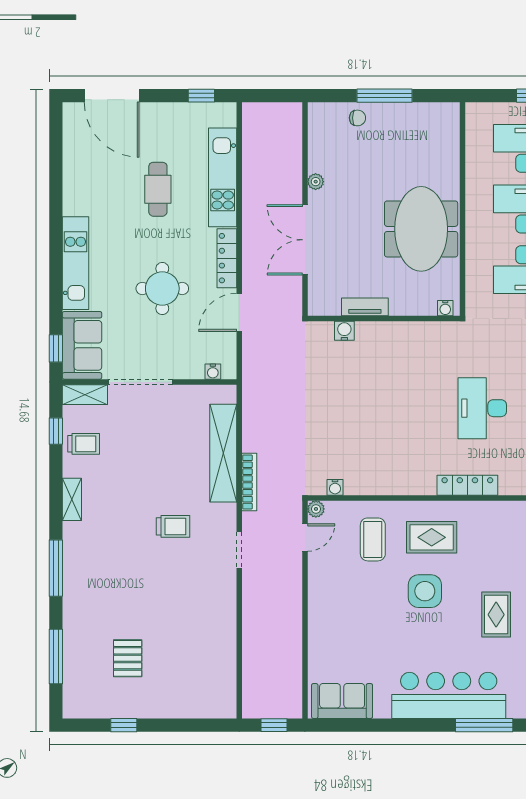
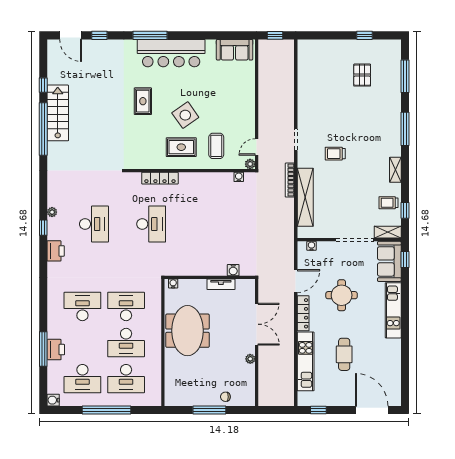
side table: (425, 591) -> (185, 115), turned -35

